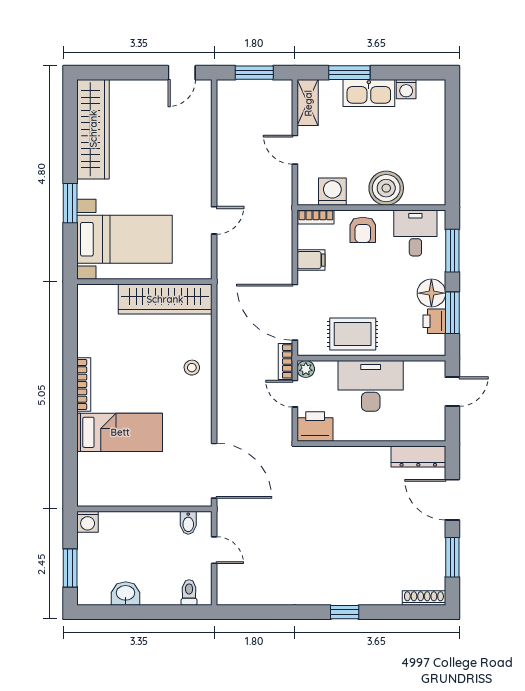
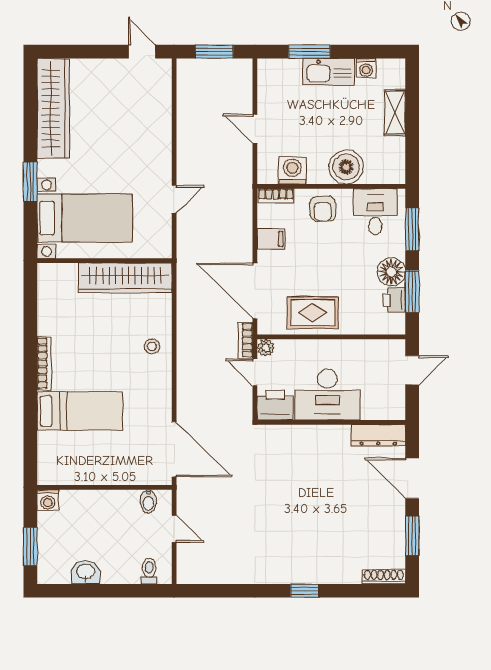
door: (182, 73) -> (142, 52), swing flipped
shelving: (308, 103) -> (395, 113), moved
desk: (371, 386) -> (327, 394), moved, turned 180

